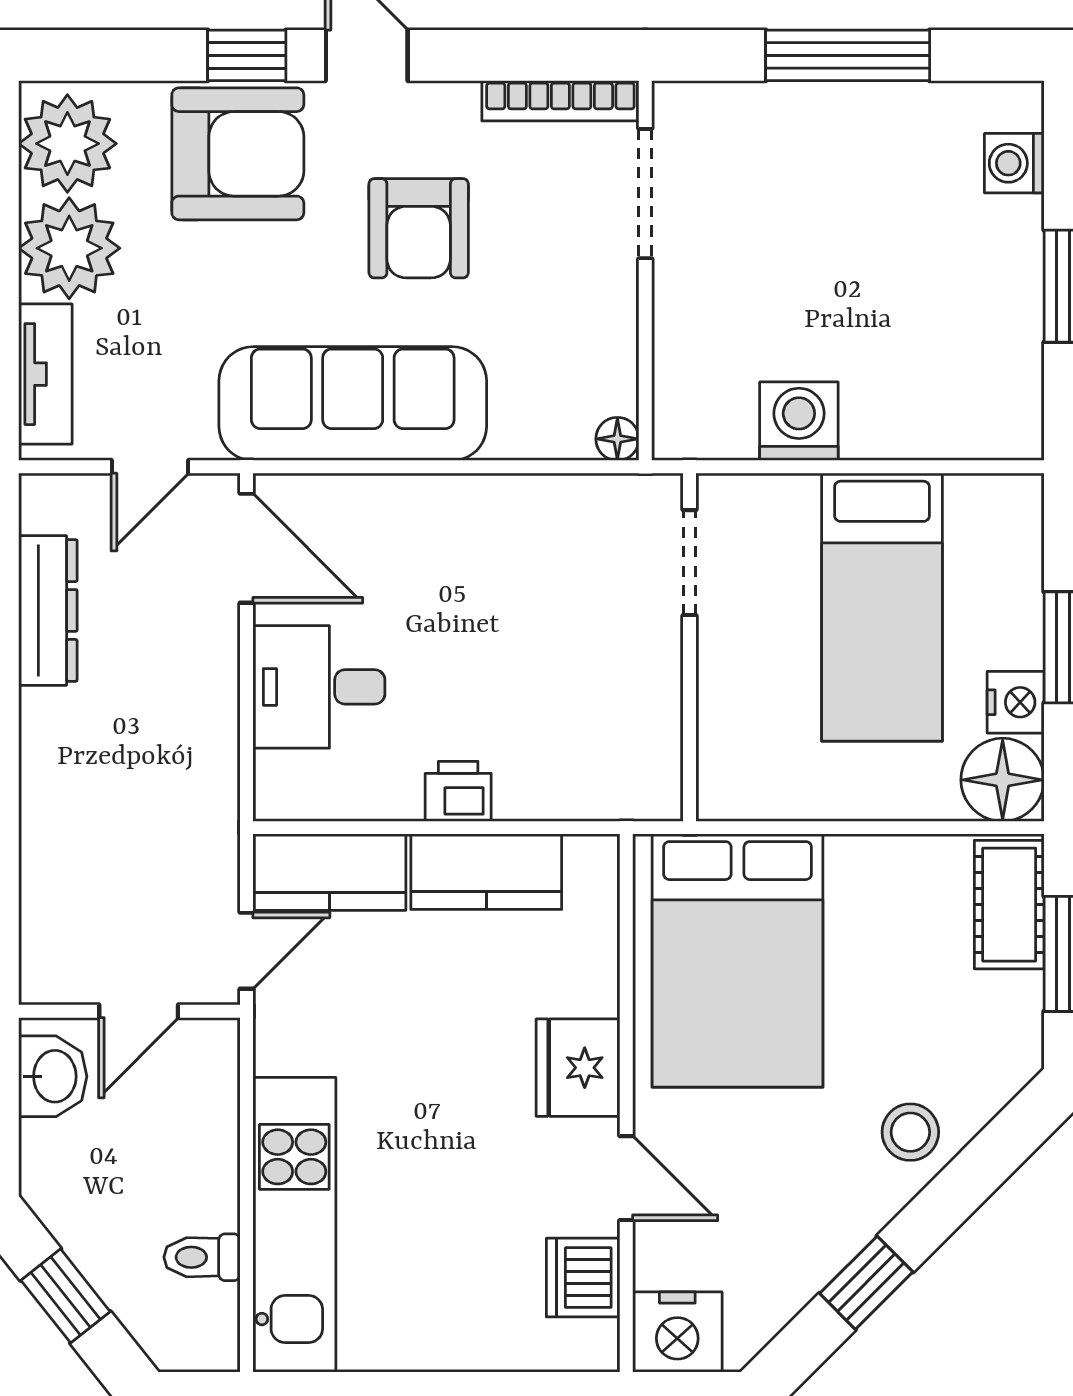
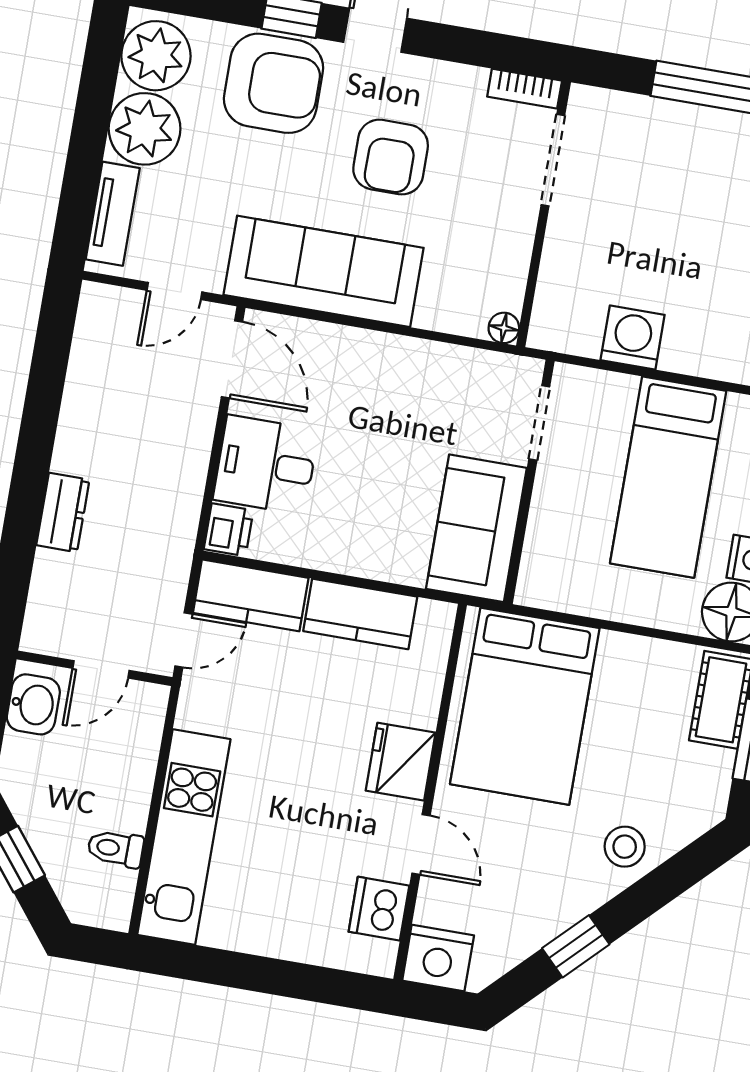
bookcase: (560, 101) -> (525, 89), width x0.64
dresser: (48, 610) -> (63, 512), moved, width x0.70
sofa: (627, 725) -> (476, 528), added
printer: (458, 791) -> (229, 530), moved, turned 90

